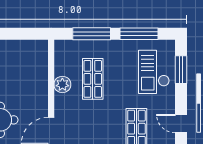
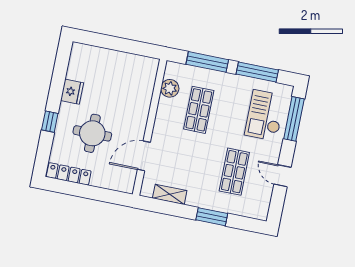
window: (181, 70) -> (294, 119), width x1.44
plant: (62, 84) -> (170, 88), moved

